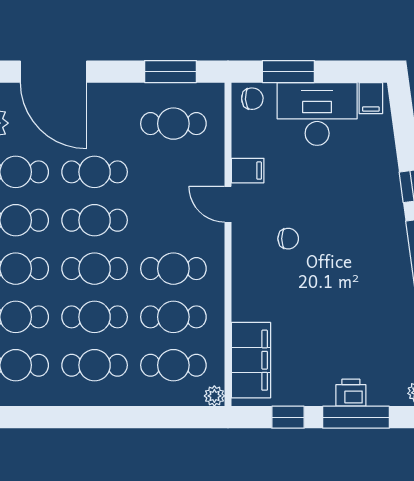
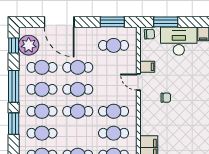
cafe table: (95, 317) -> (78, 133), removed

